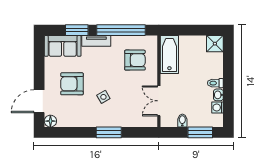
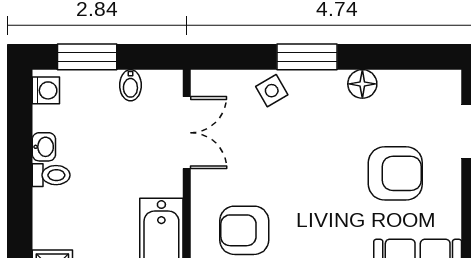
side table: (103, 97) -> (272, 91), moved
washing machine: (218, 108) -> (46, 90), moved
floor lamp: (50, 121) -> (362, 84), moved

